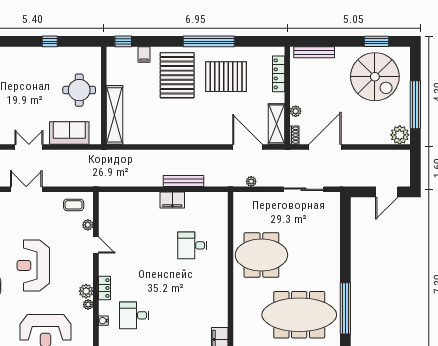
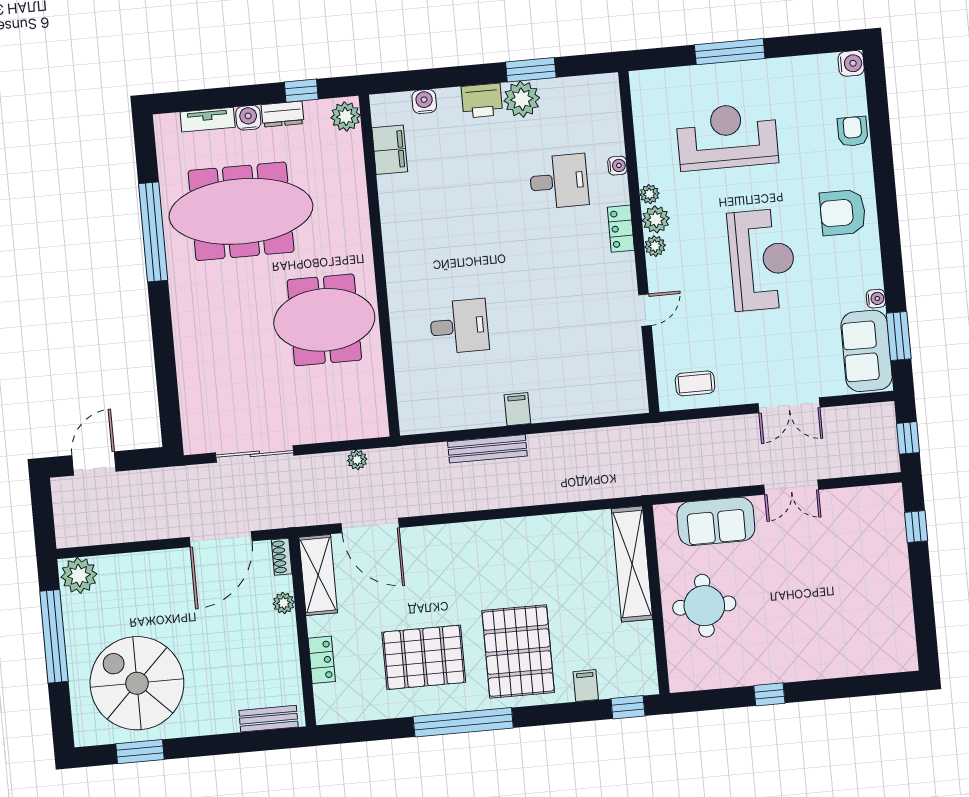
bench: (314, 52) -> (269, 719), width x0.73
locker: (279, 74) -> (322, 660), width x0.66
filing cabinet: (172, 200) -> (517, 409), width x0.50
plant: (88, 225) -> (655, 246), moved
door: (96, 245) -> (645, 310), swing flipped

